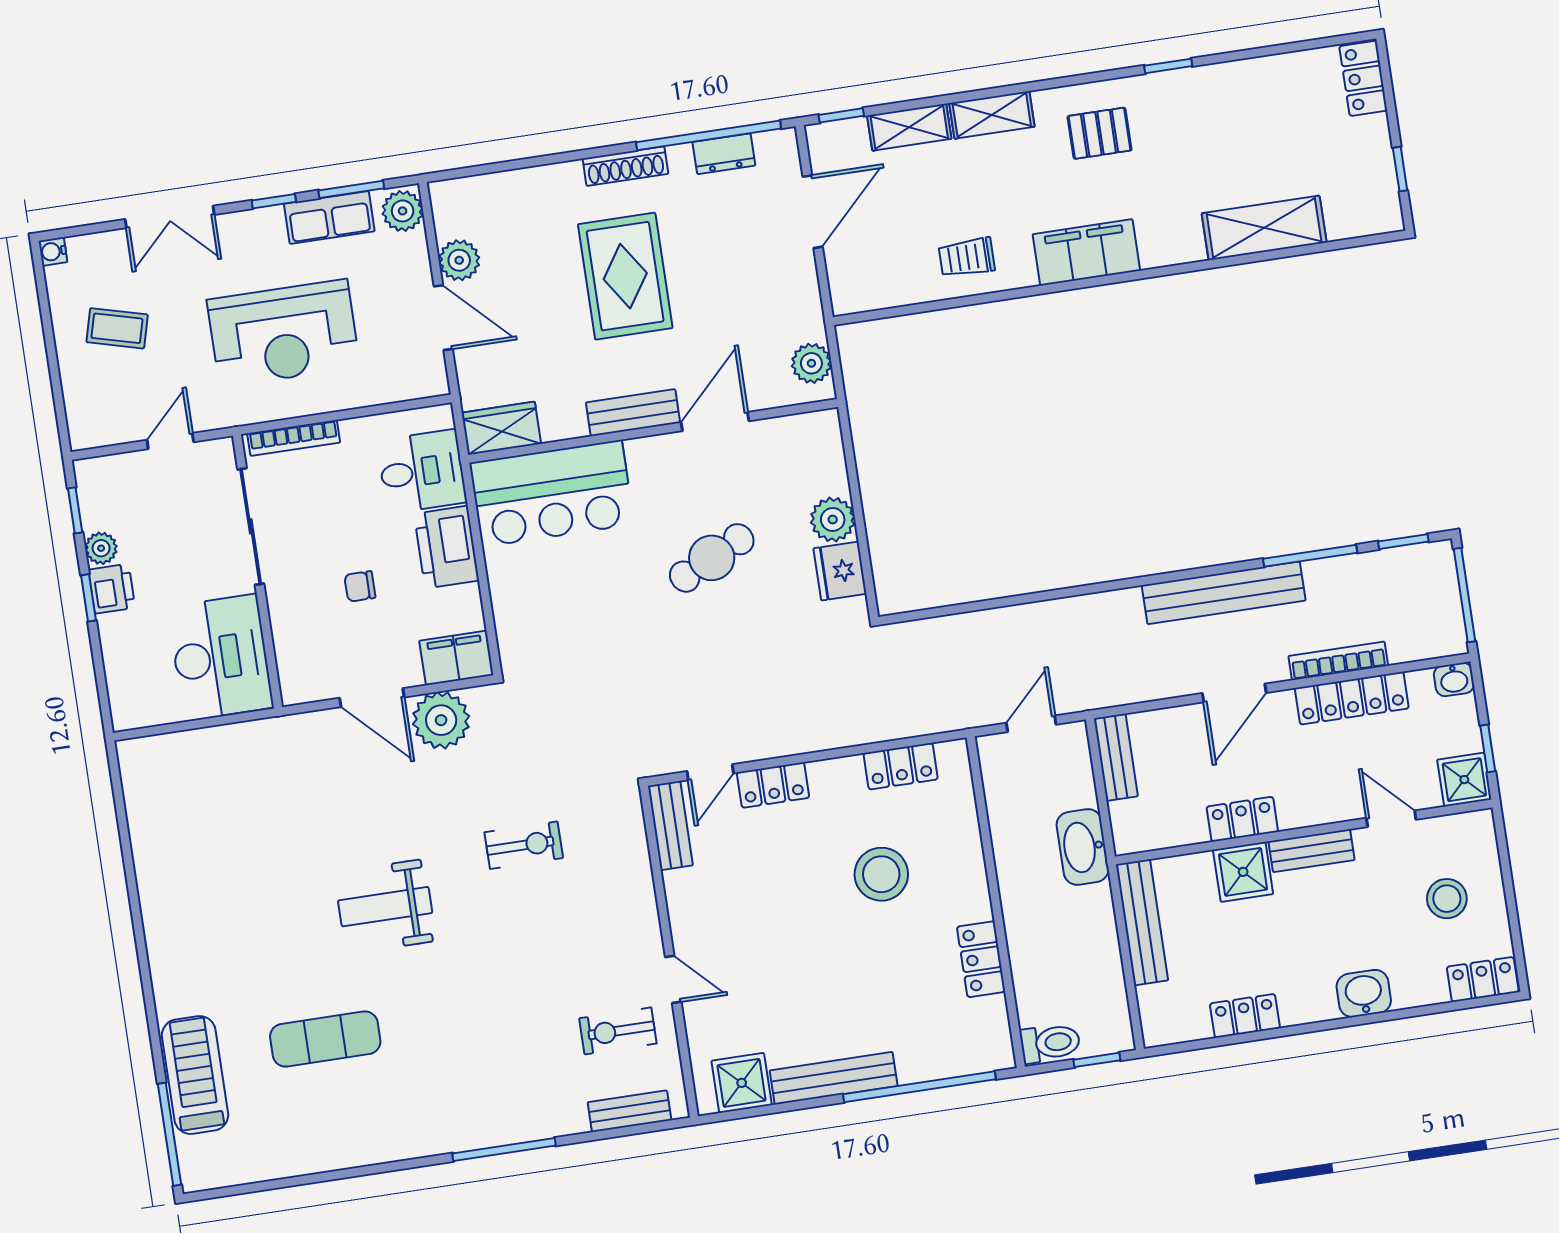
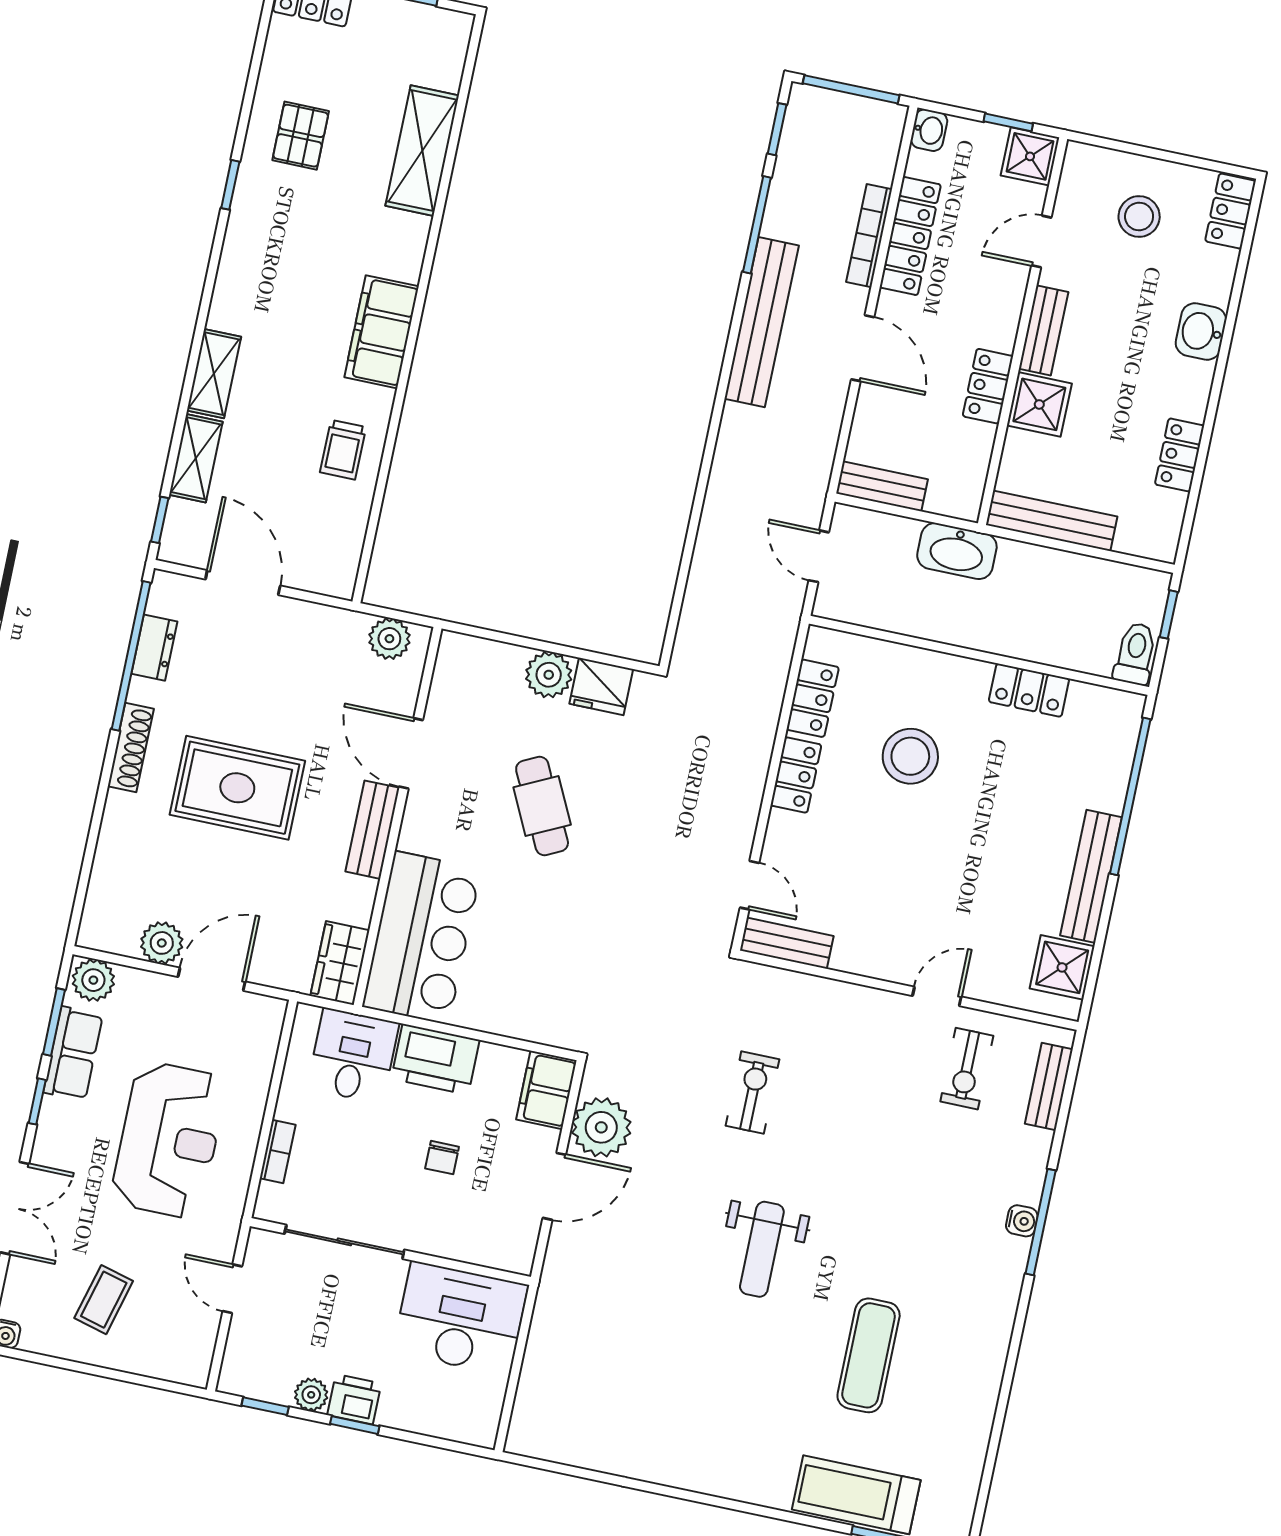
pallet: (1100, 133) -> (301, 136), moved
bookcase: (294, 438) -> (278, 1151), width x0.64
locker: (773, 785) -> (796, 775), moved
water cooler: (499, 1132) -> (1022, 1221), added

